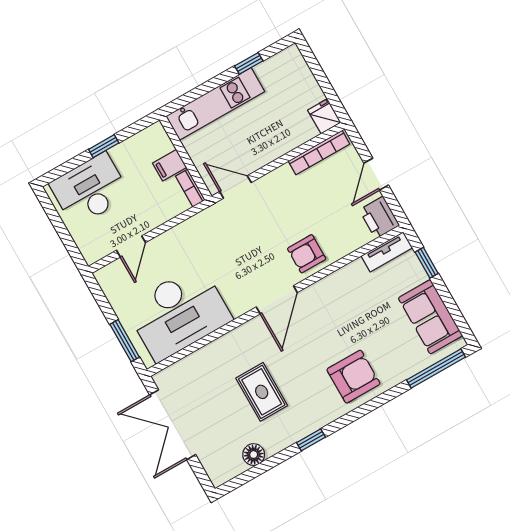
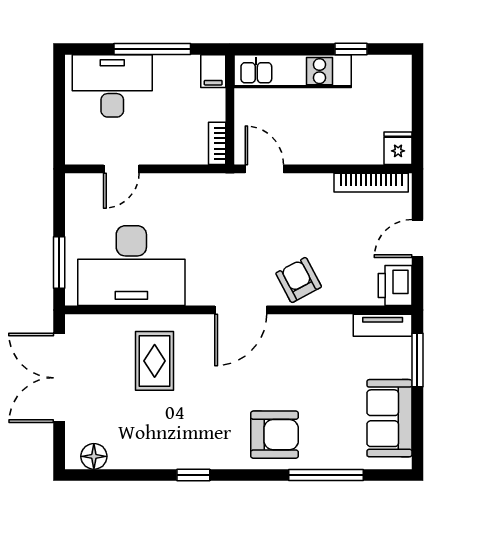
window: (104, 146) -> (152, 49), width x2.17
filing cabinet: (170, 165) -> (213, 71), moved, turned -90
armchair: (307, 254) -> (299, 280), turned 62
window: (427, 263) -> (417, 360), width x1.50
window: (436, 369) -> (326, 475), moved
rug: (262, 392) -> (155, 361), moved
floor lamp: (254, 455) -> (94, 456), moved

